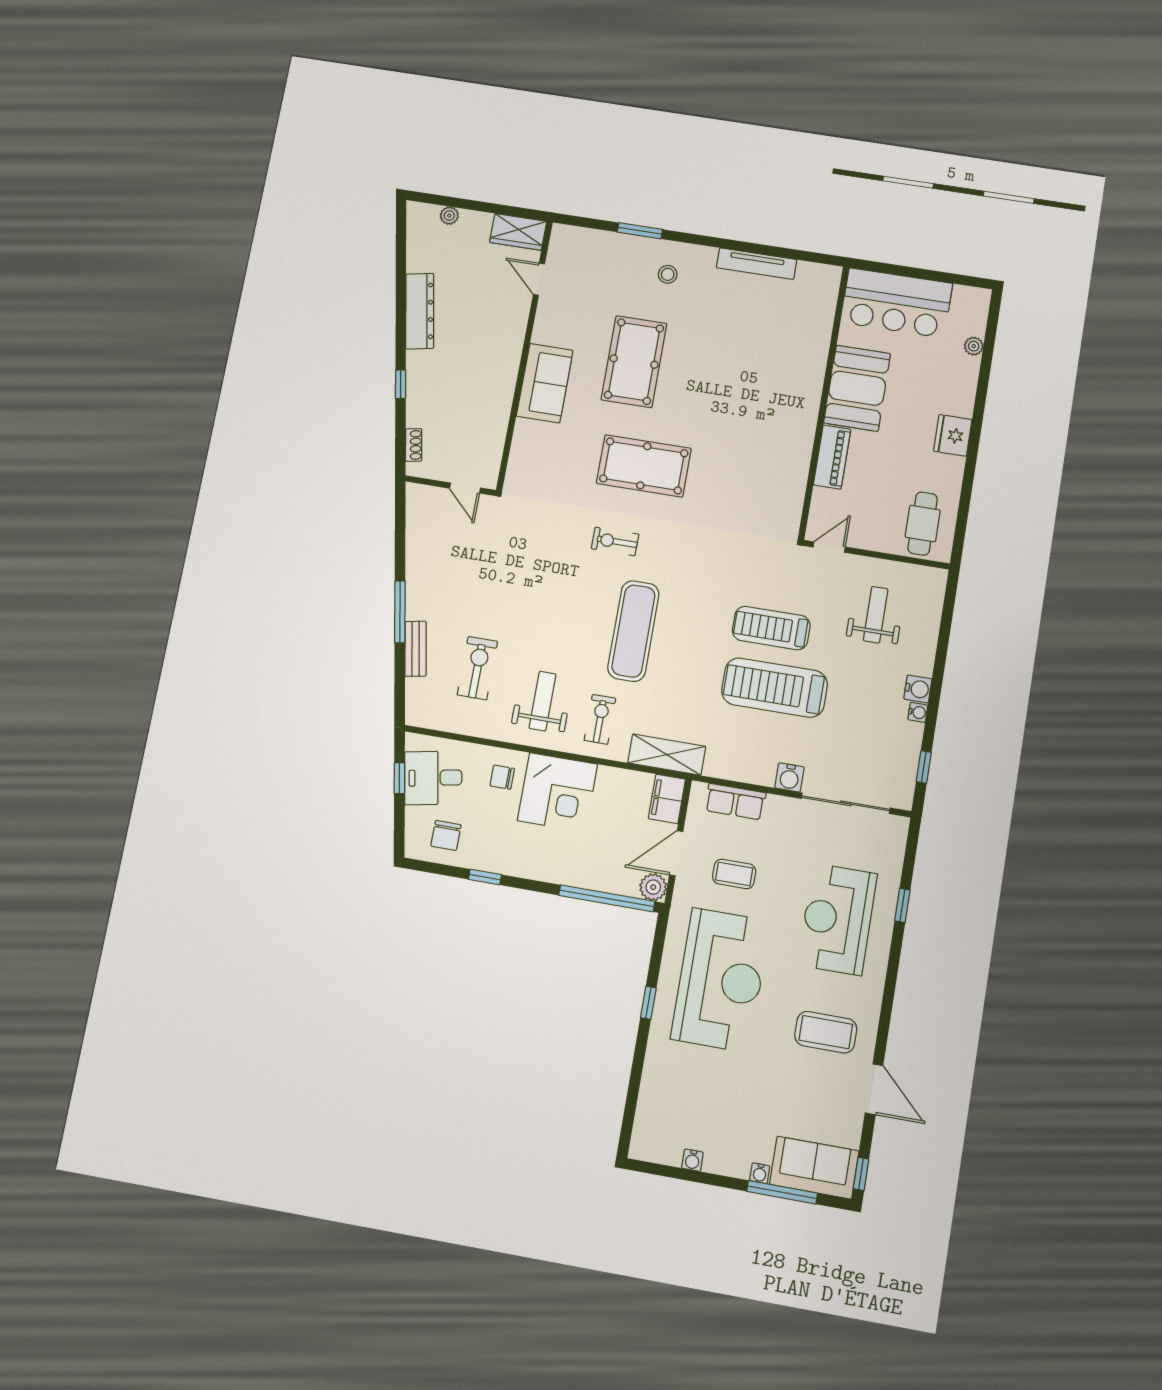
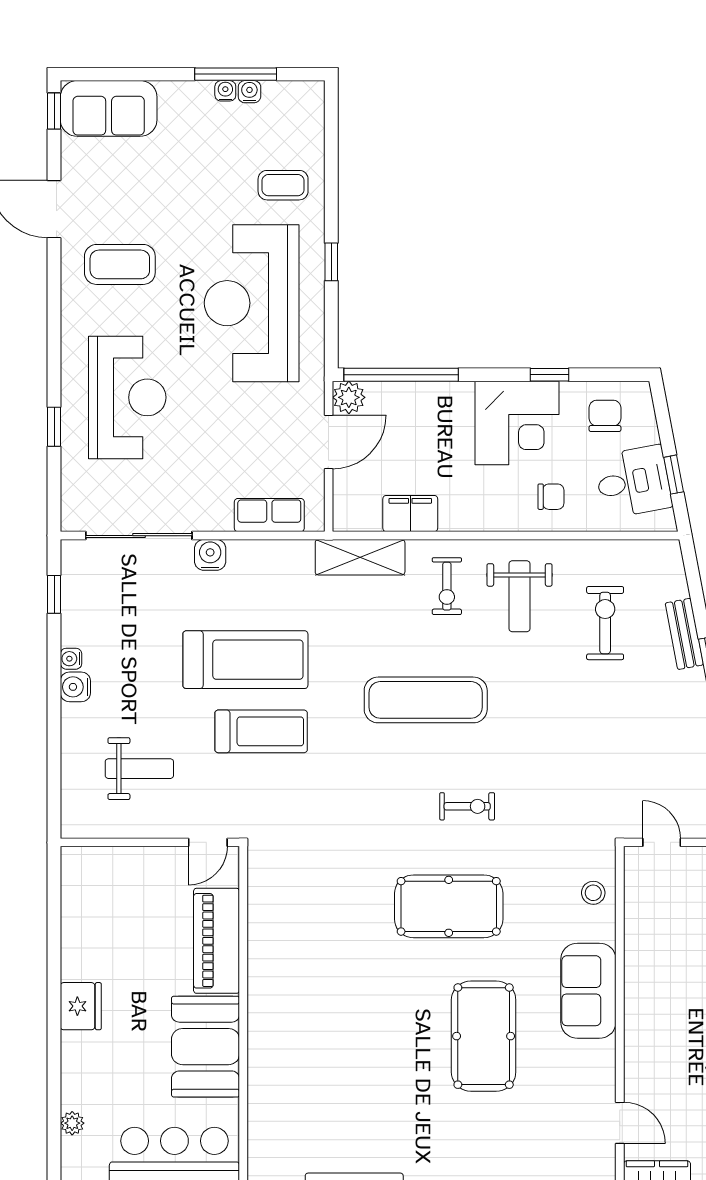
stool: (668, 274) -> (593, 893), moved
piano: (832, 457) -> (217, 941), width x1.37, depth x1.33
cafe table: (923, 524) -> (100, 890), removed
weight bench: (876, 615) -> (139, 769), turned -90
exercise mat: (633, 631) -> (426, 700), turned 90
exercise bike: (477, 668) -> (605, 623), turned 180
corner desk: (557, 792) -> (517, 423), moved, turned 180
filing cabinet: (667, 799) -> (410, 514), moved, turned -90
coffee table: (734, 874) -> (283, 185), moved
water cooler: (760, 1173) -> (225, 91), moved
window: (782, 1192) -> (236, 74), moved

